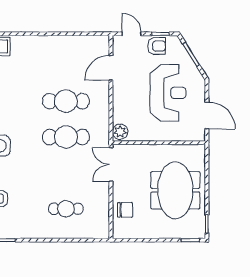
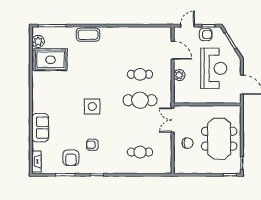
door: (132, 34) -> (187, 26), hinge flipped
door: (111, 68) -> (173, 50), swing flipped
cafe table: (66, 101) -> (140, 74), width x0.73, depth x0.74
plant: (120, 132) -> (179, 75), moved
chair: (125, 210) -> (188, 143), moved

